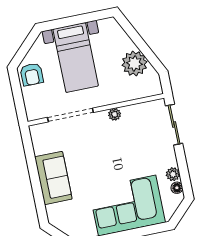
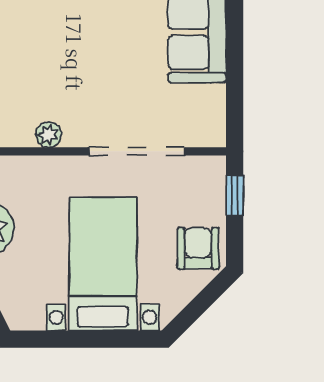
window: (19, 104) -> (235, 195), added

